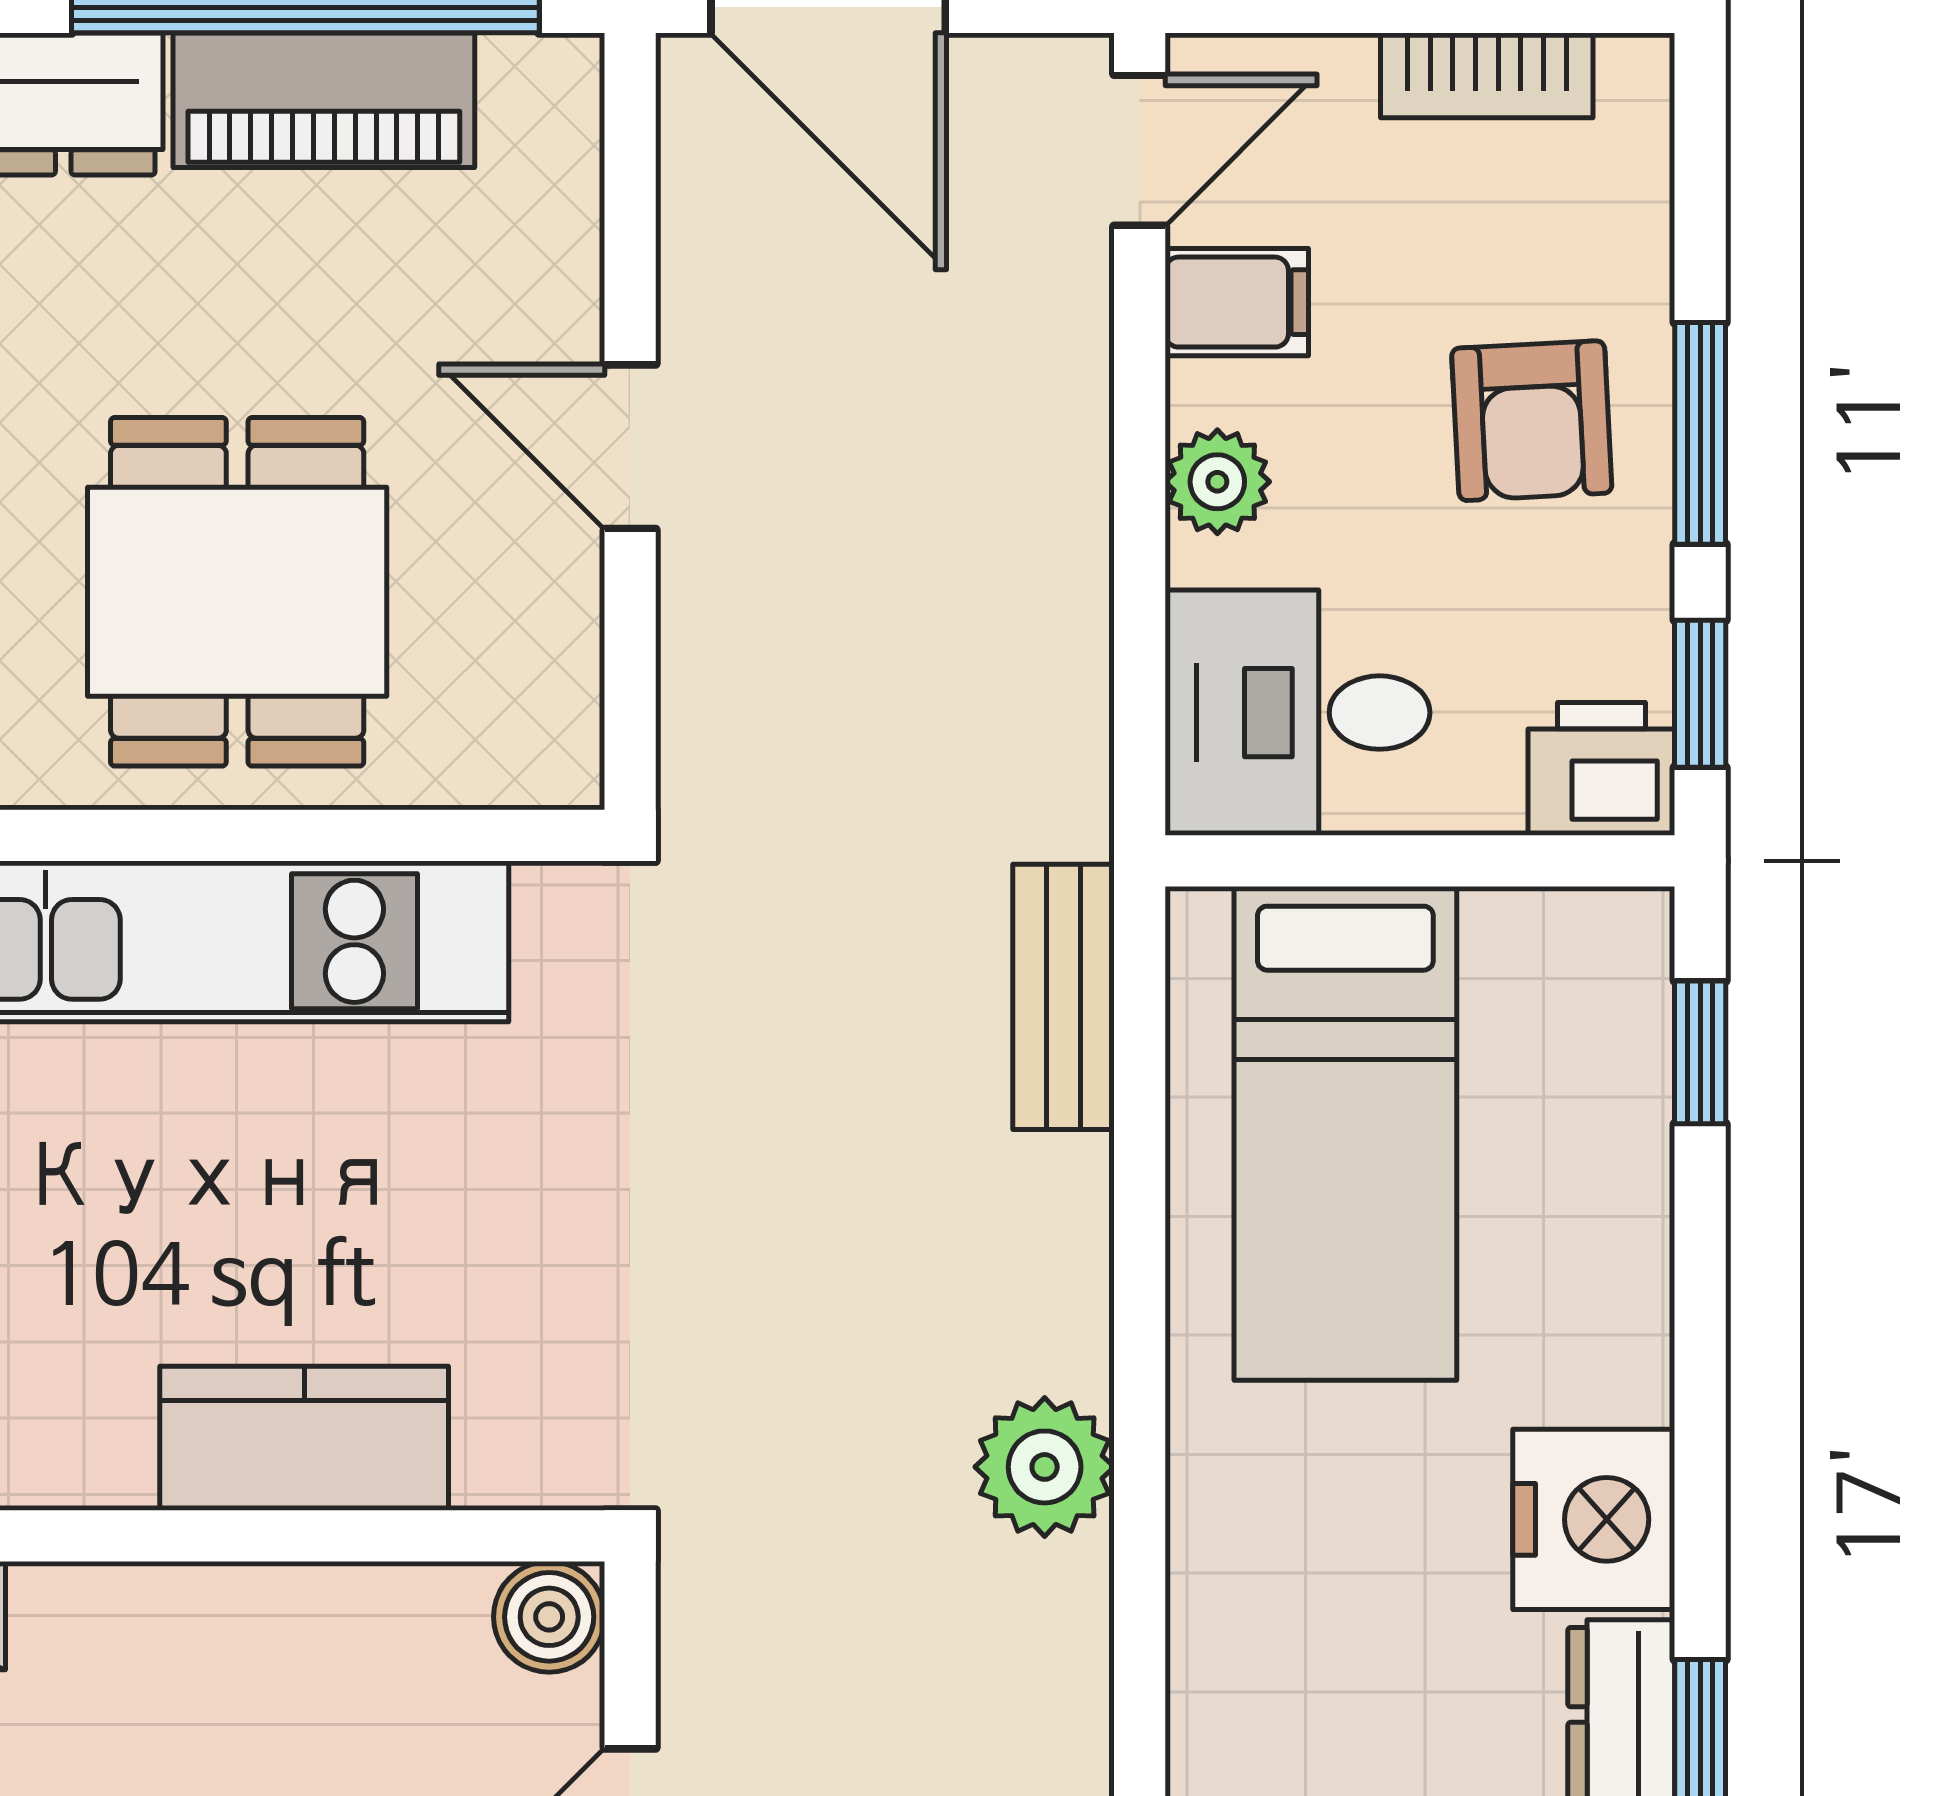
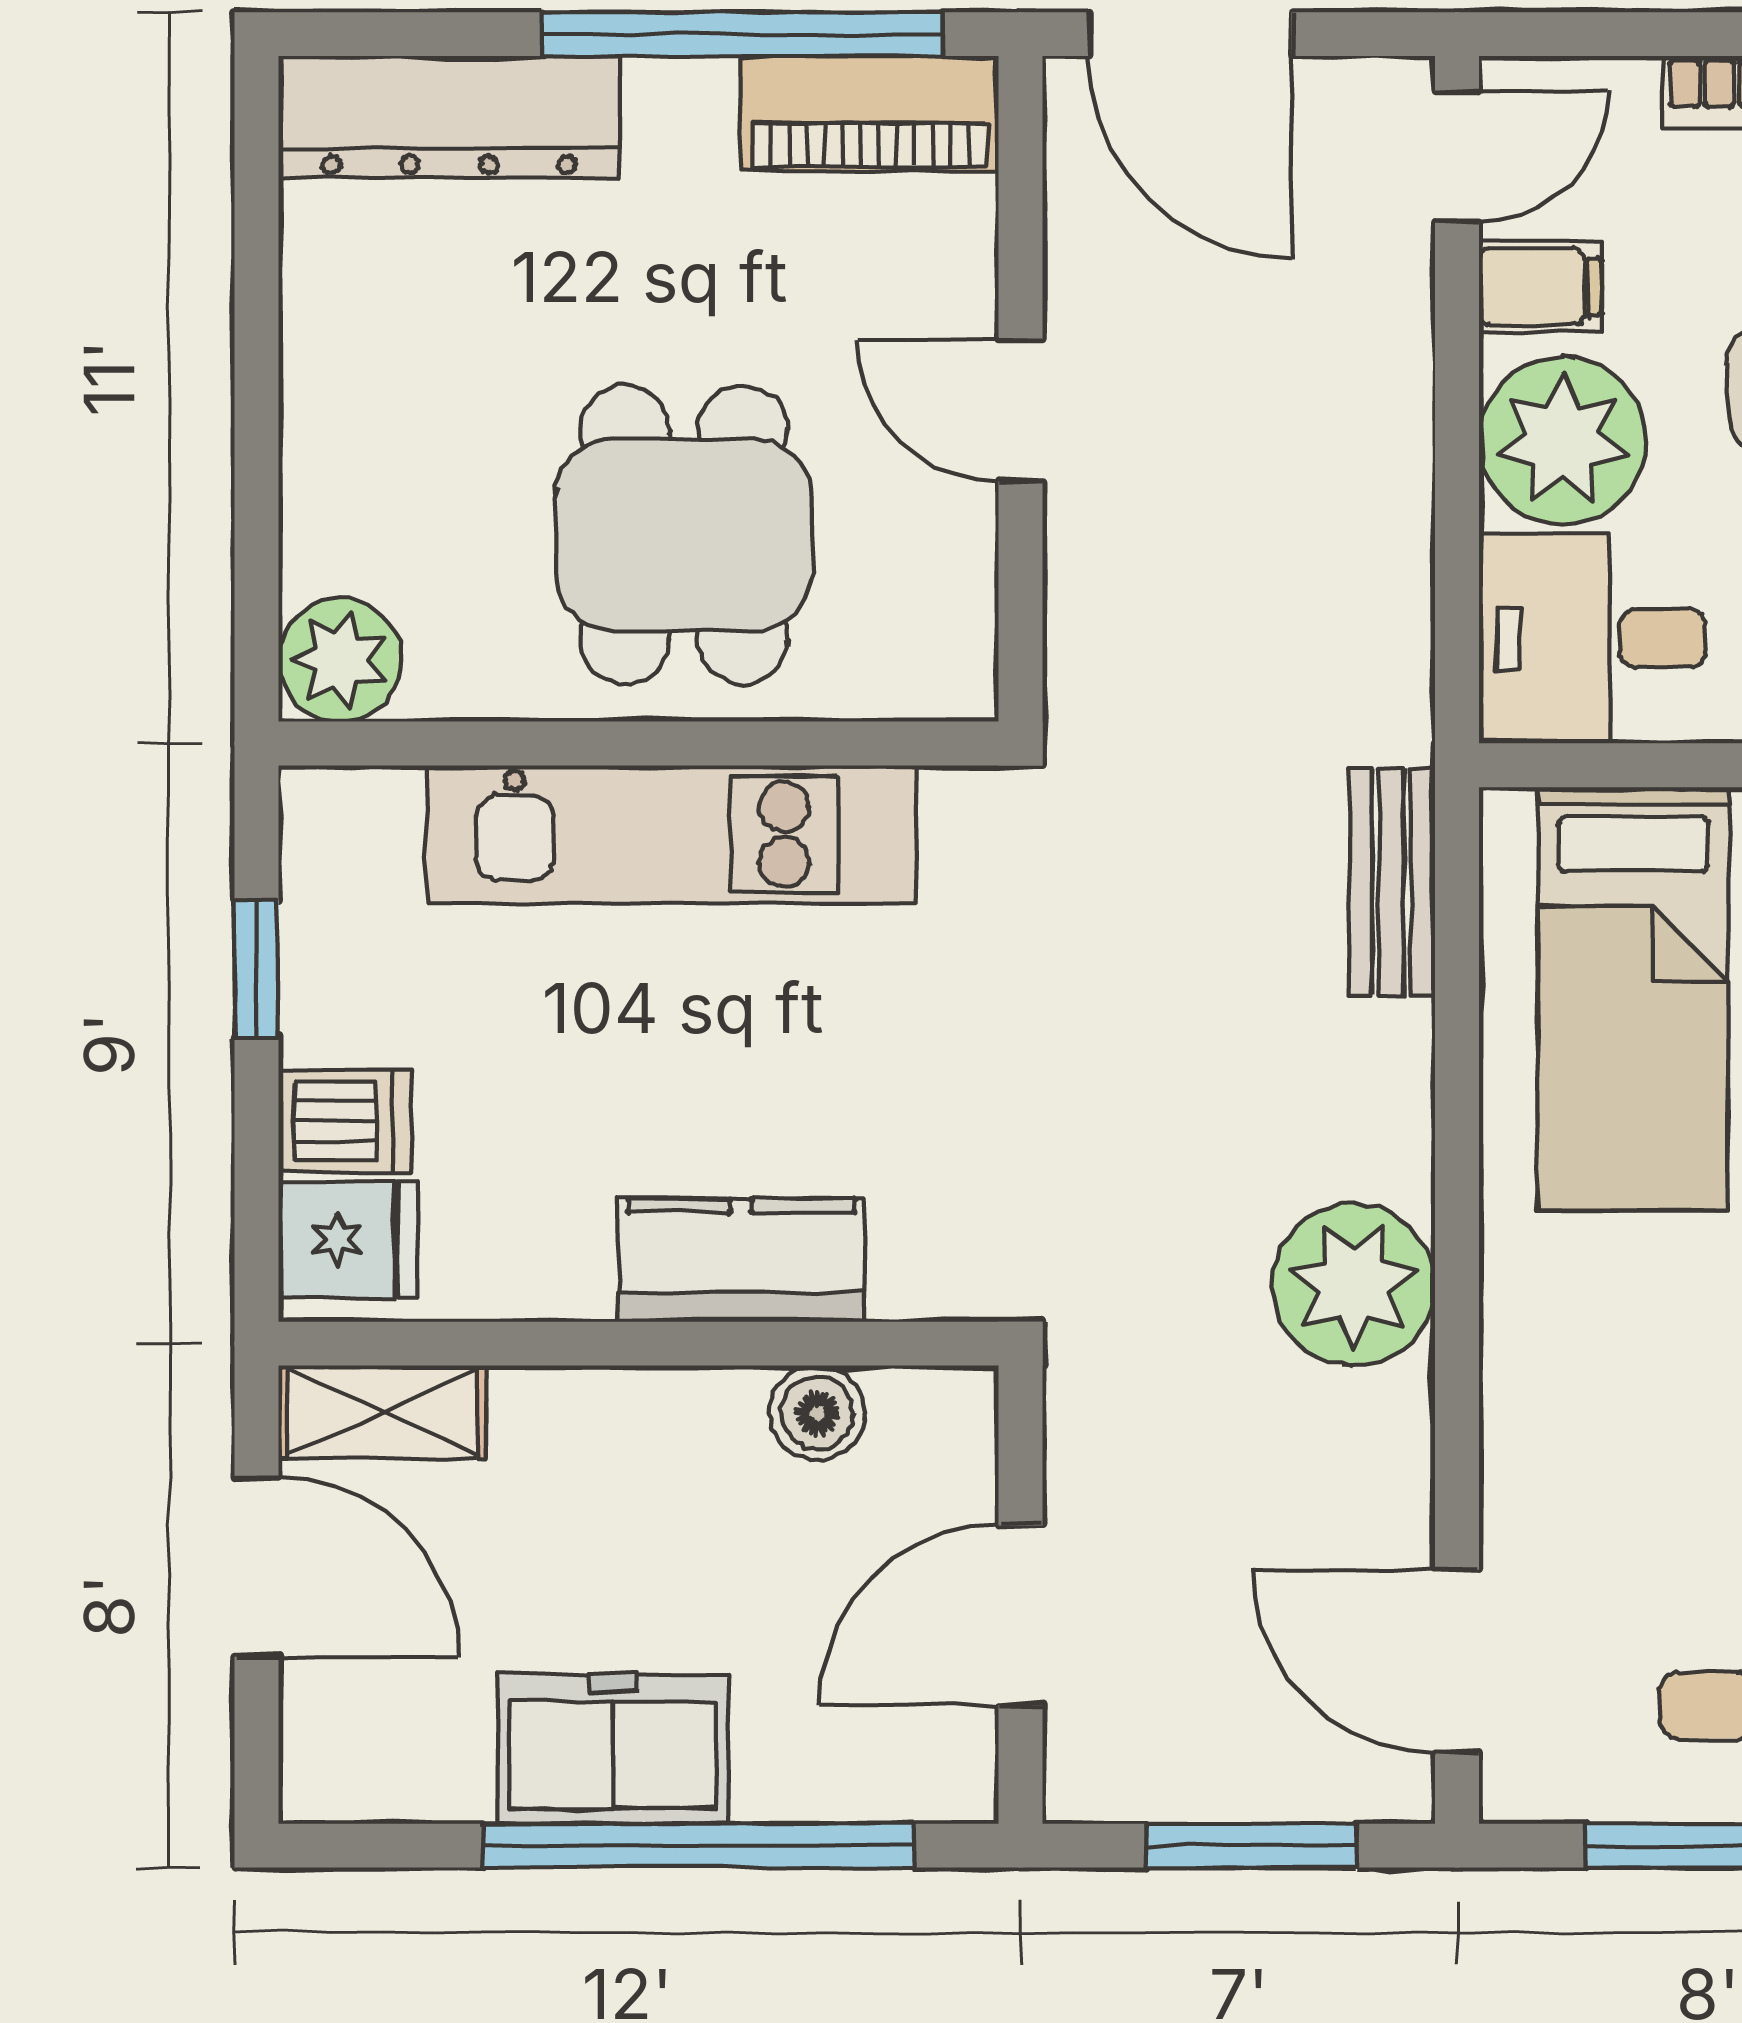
piano: (324, 100) -> (870, 114), moved
plant: (1217, 482) -> (1563, 441), width x1.88, depth x1.88
plant: (1045, 1467) -> (1354, 1285), width x1.36, depth x1.36
boiler: (549, 1617) -> (817, 1413), moved

